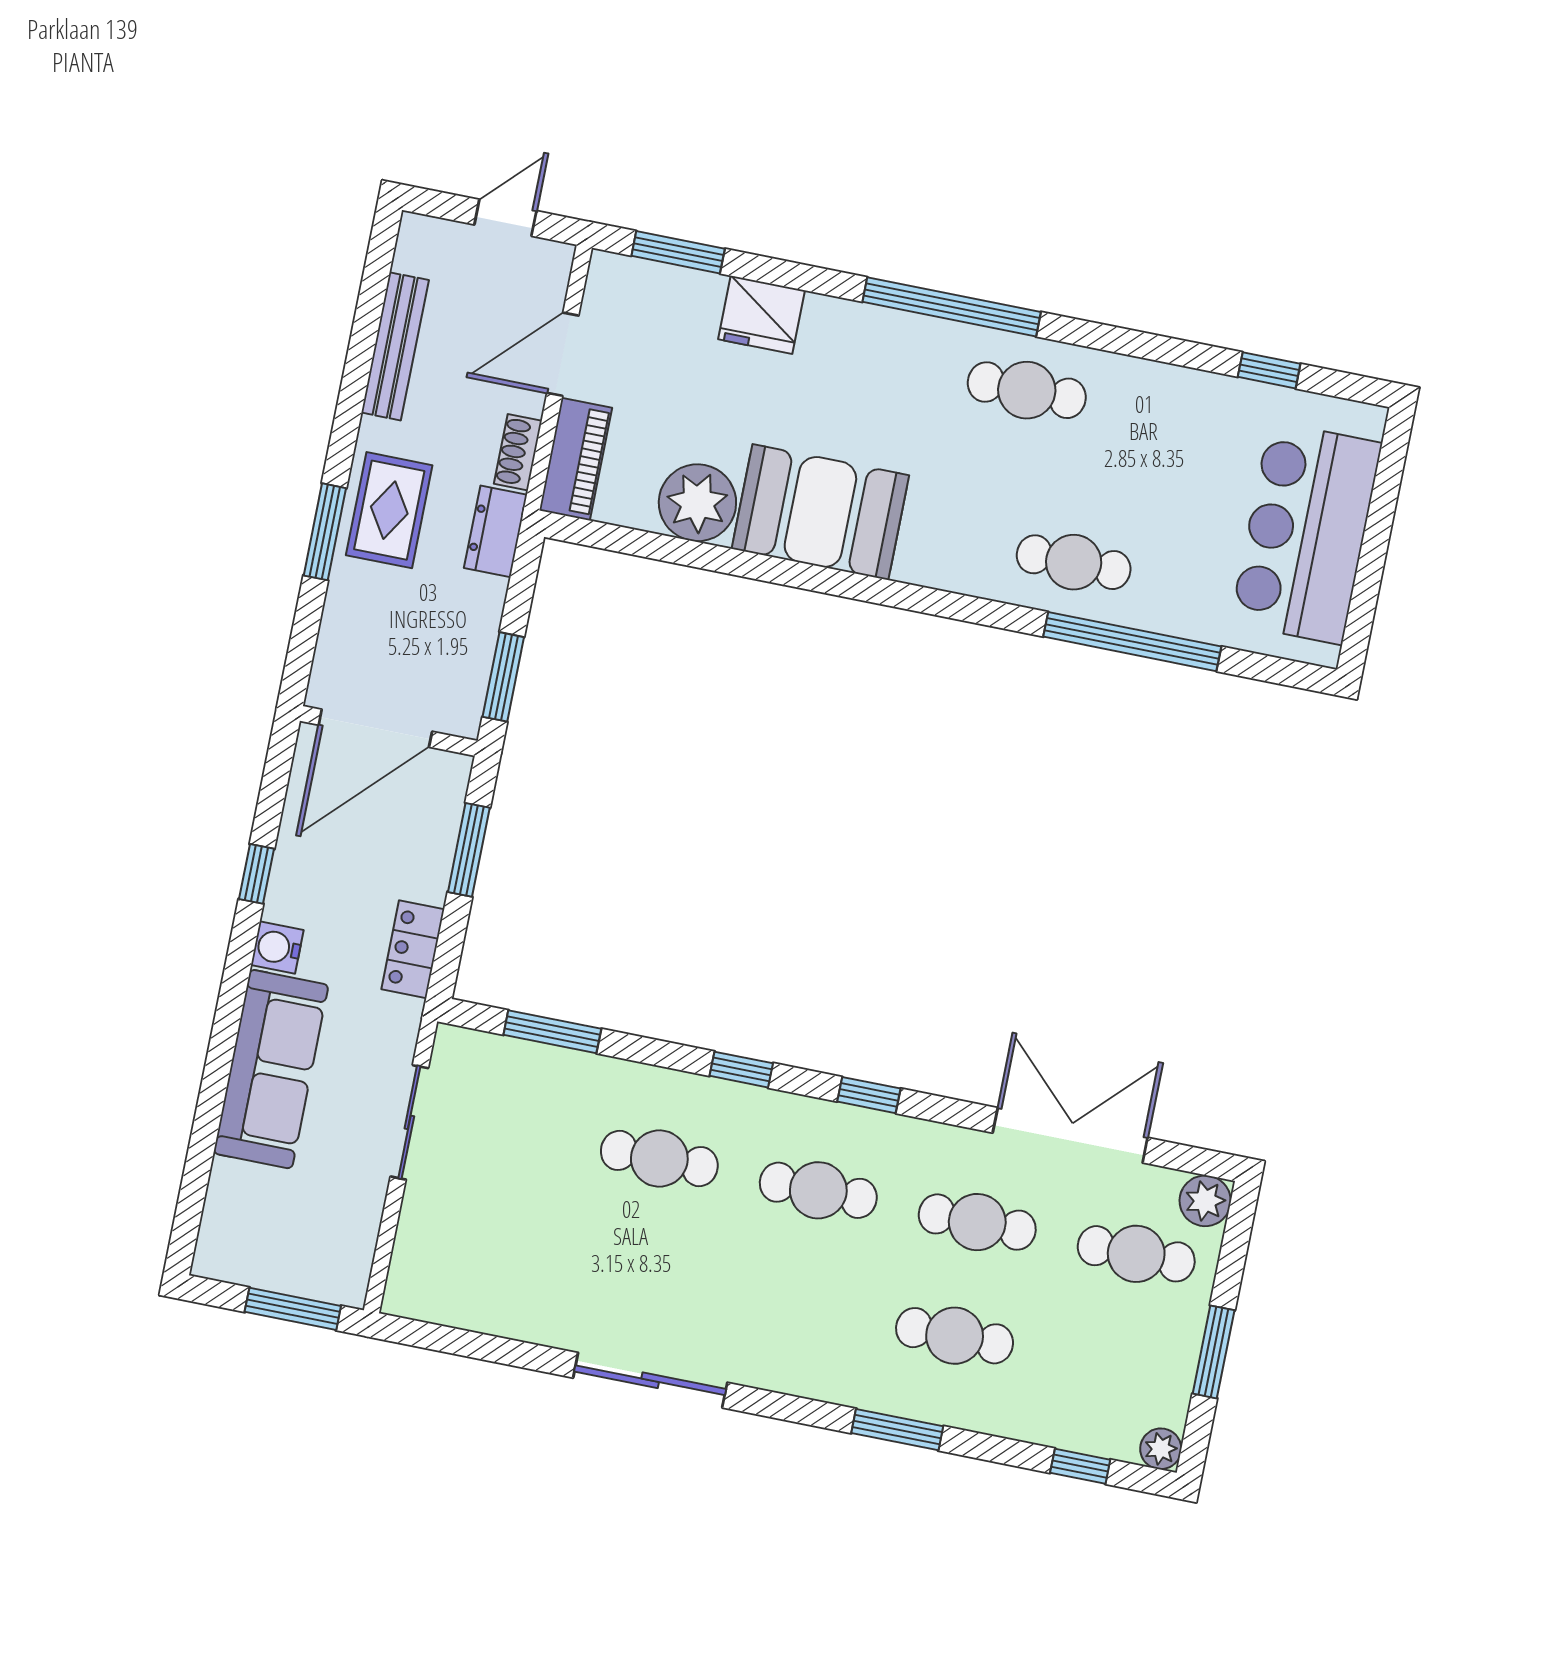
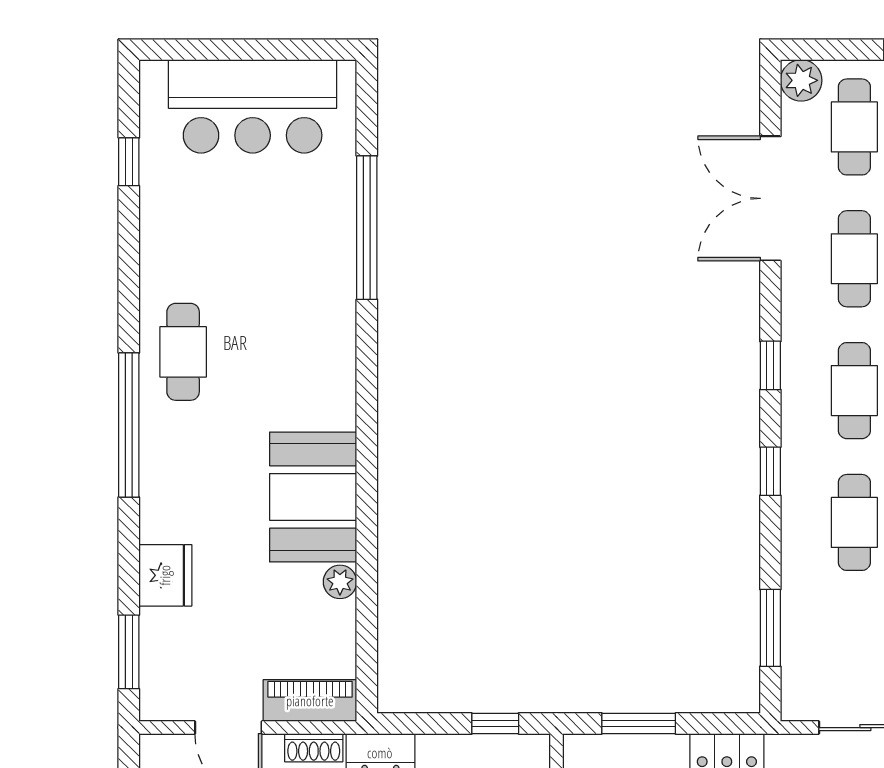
plant: (697, 503) -> (340, 582), width x0.53, depth x0.53
cafe table: (1074, 562) -> (313, 287), removed
window: (503, 677) -> (495, 724), width x0.67

